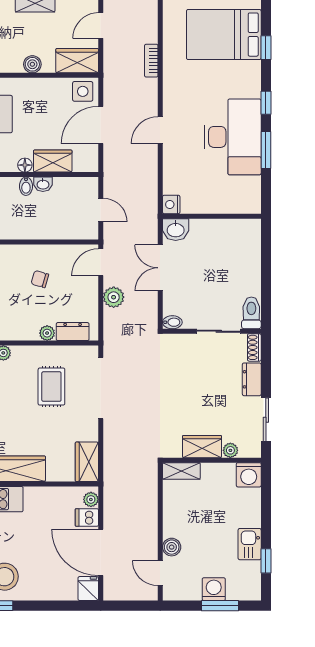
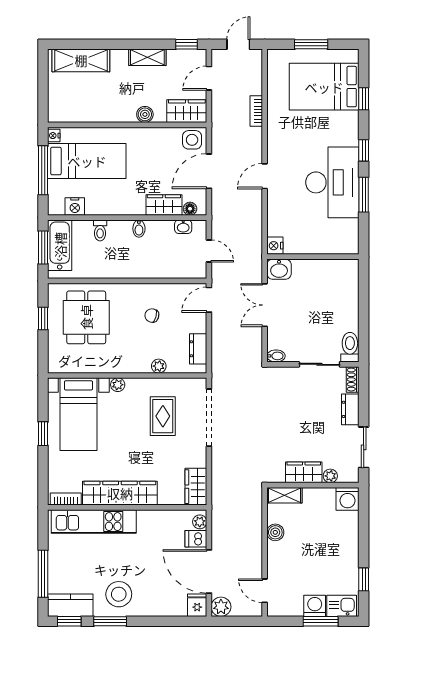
floor lamp: (25, 165) -> (190, 209), moved
washbasin: (43, 184) -> (183, 227), moved
plant: (114, 297) -> (221, 607), moved
dresser: (73, 332) -> (198, 349), moved, turned -90
kitchen sink: (250, 544) -> (342, 606), moved, turned 90
boiler: (172, 547) -> (275, 532), moved

